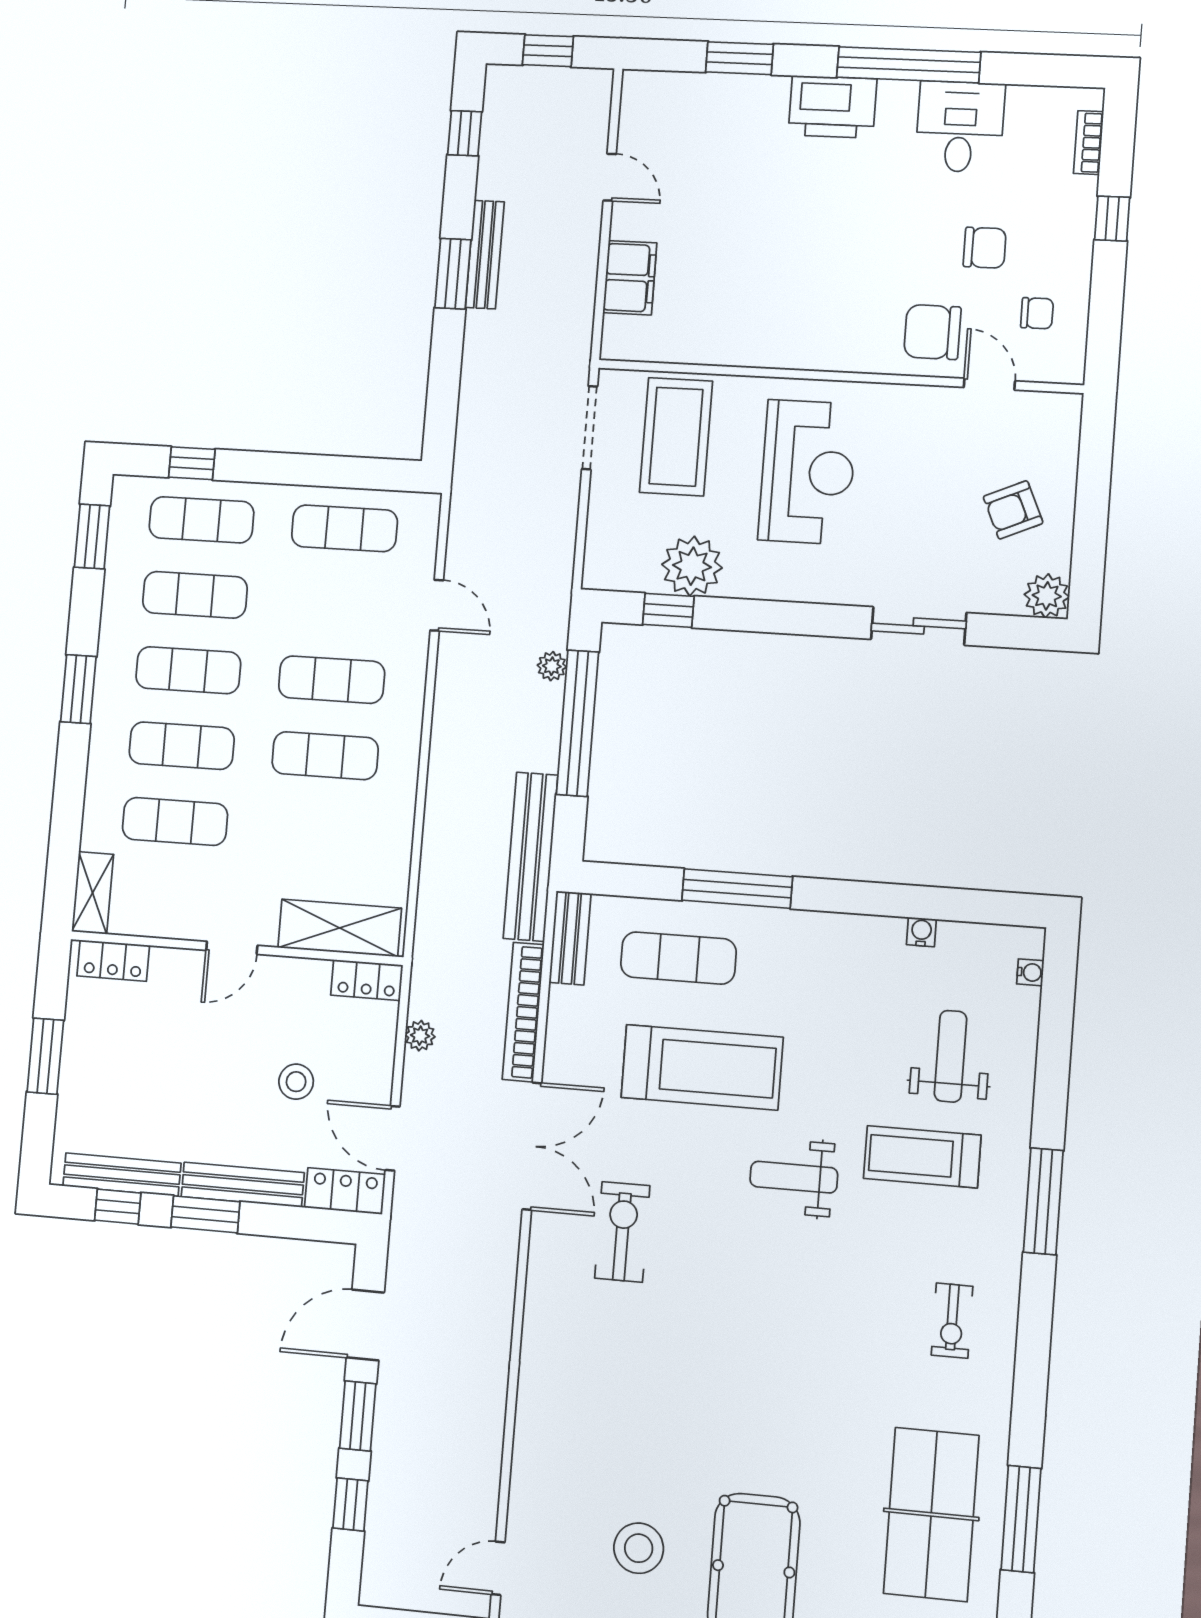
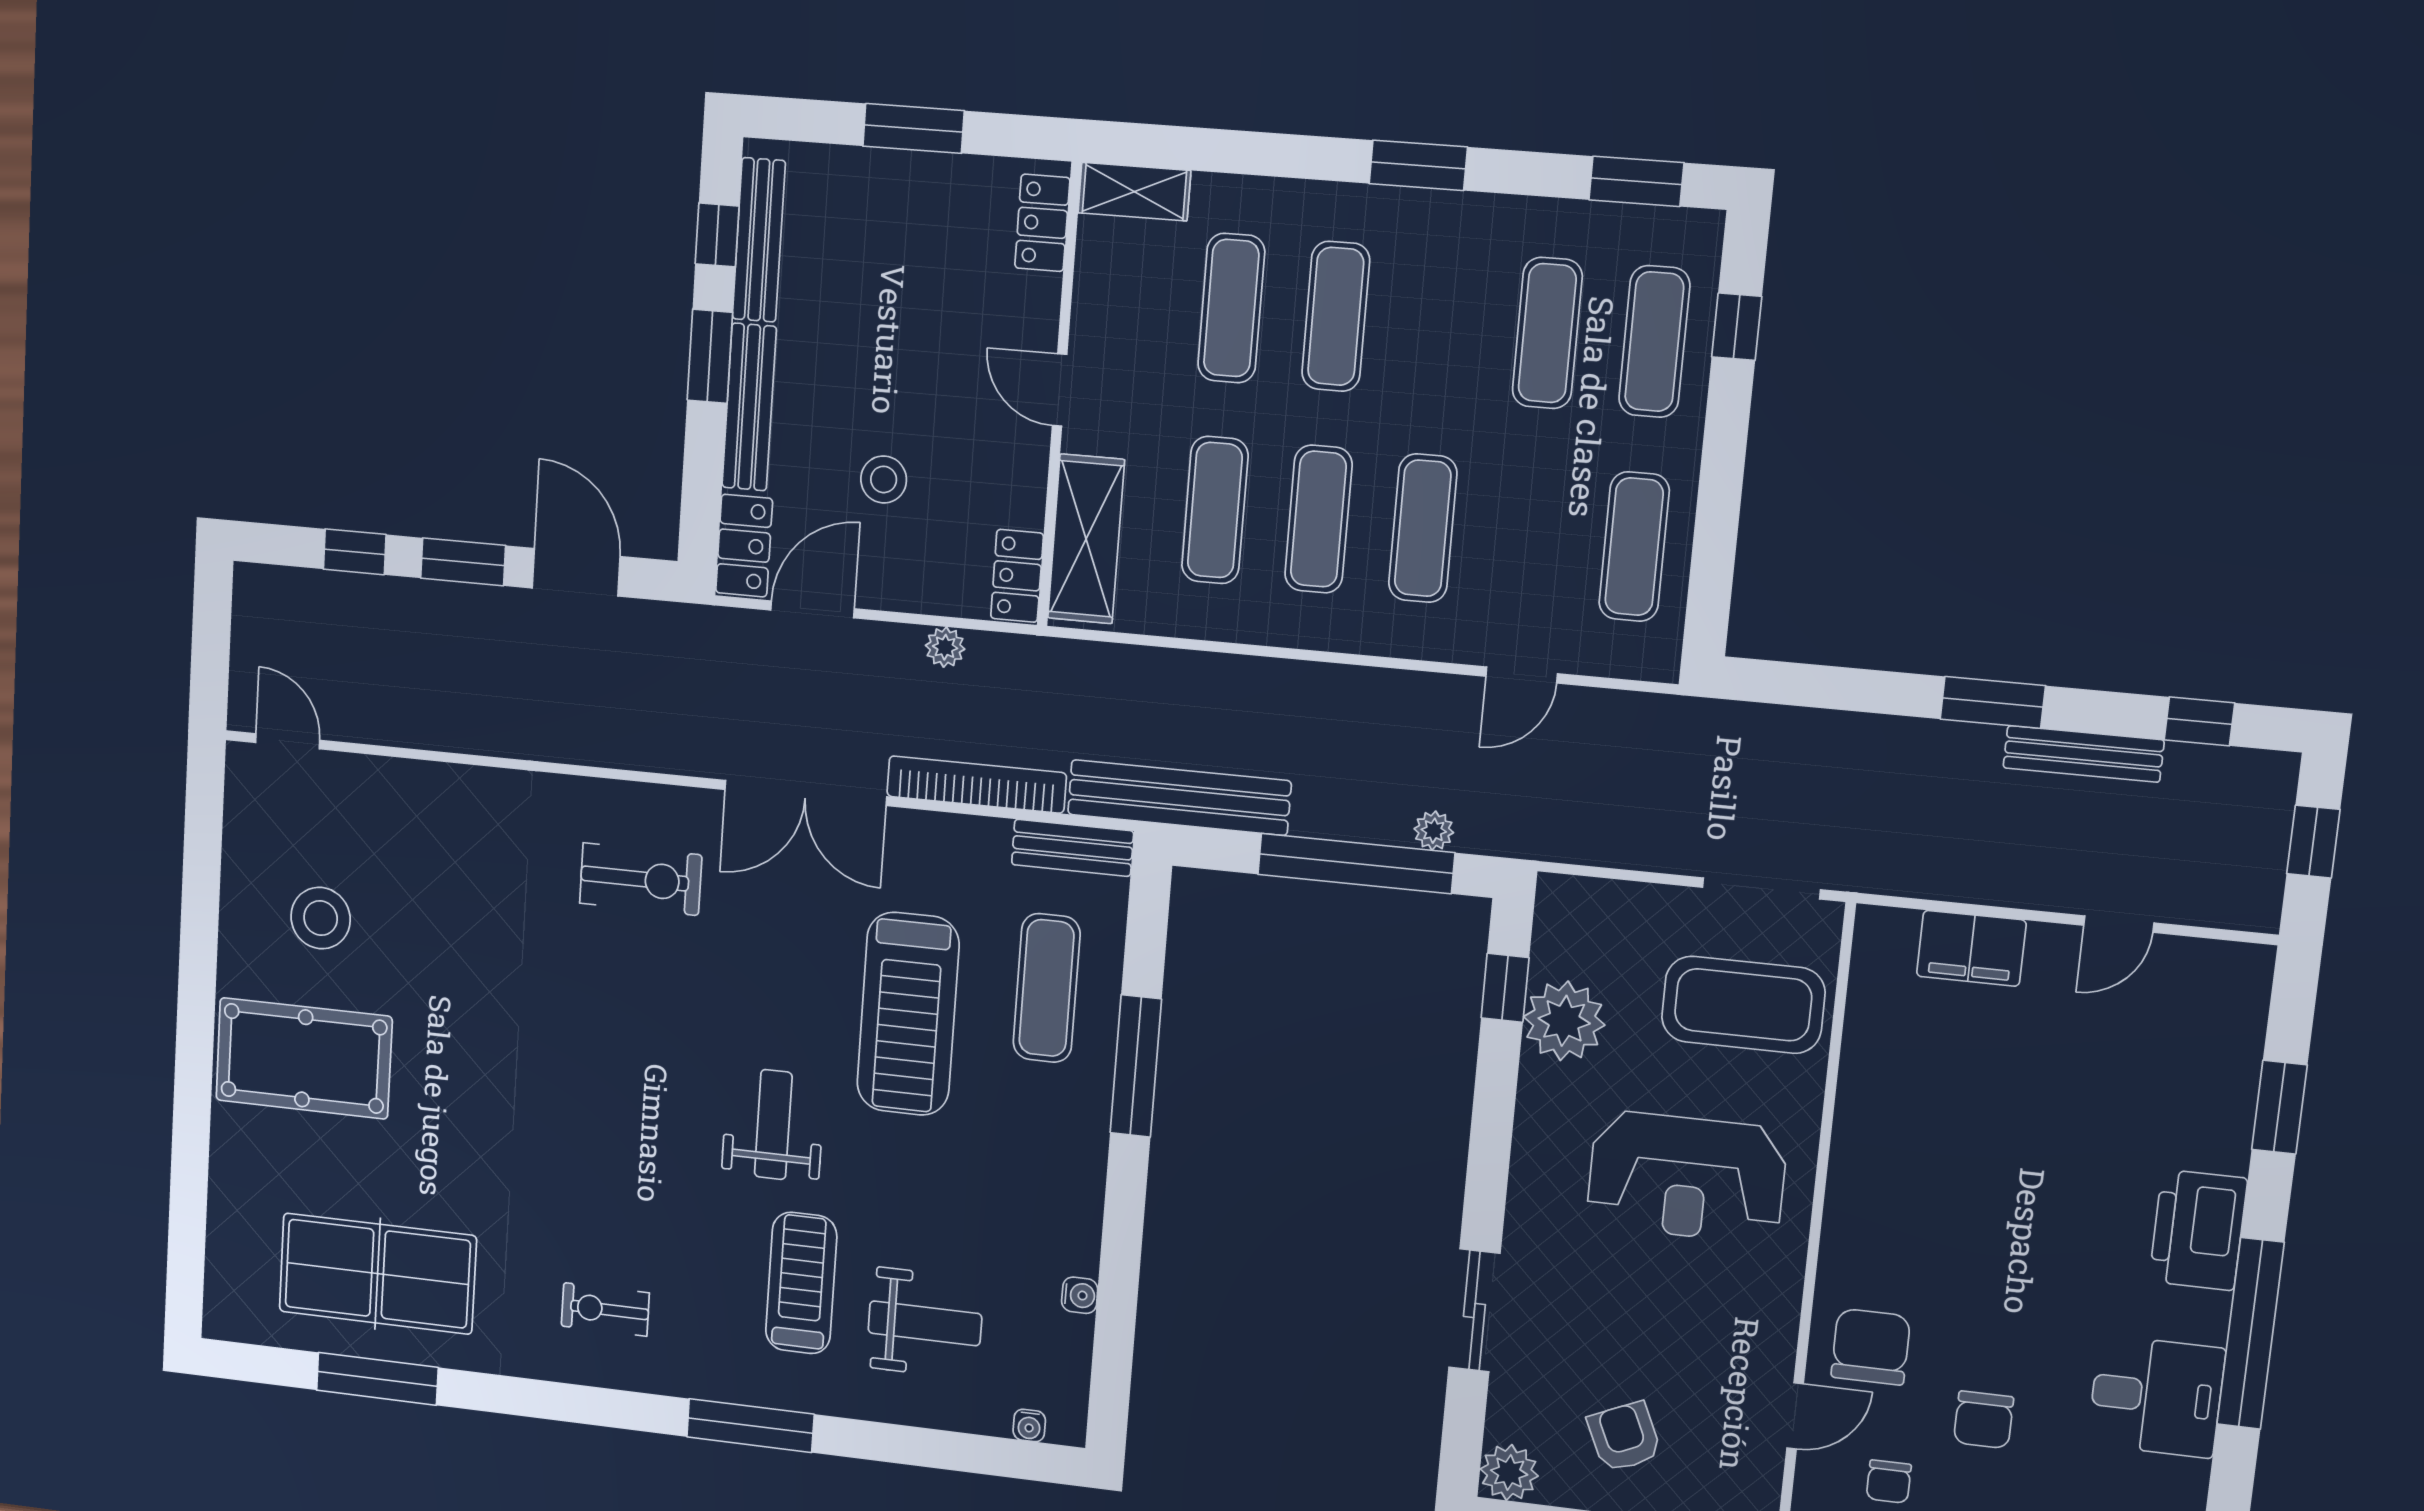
bench: (485, 255) -> (2084, 754), moved
exercise mat: (188, 670) -> (1215, 510), moved
exercise bike: (622, 1232) -> (641, 879), moved

